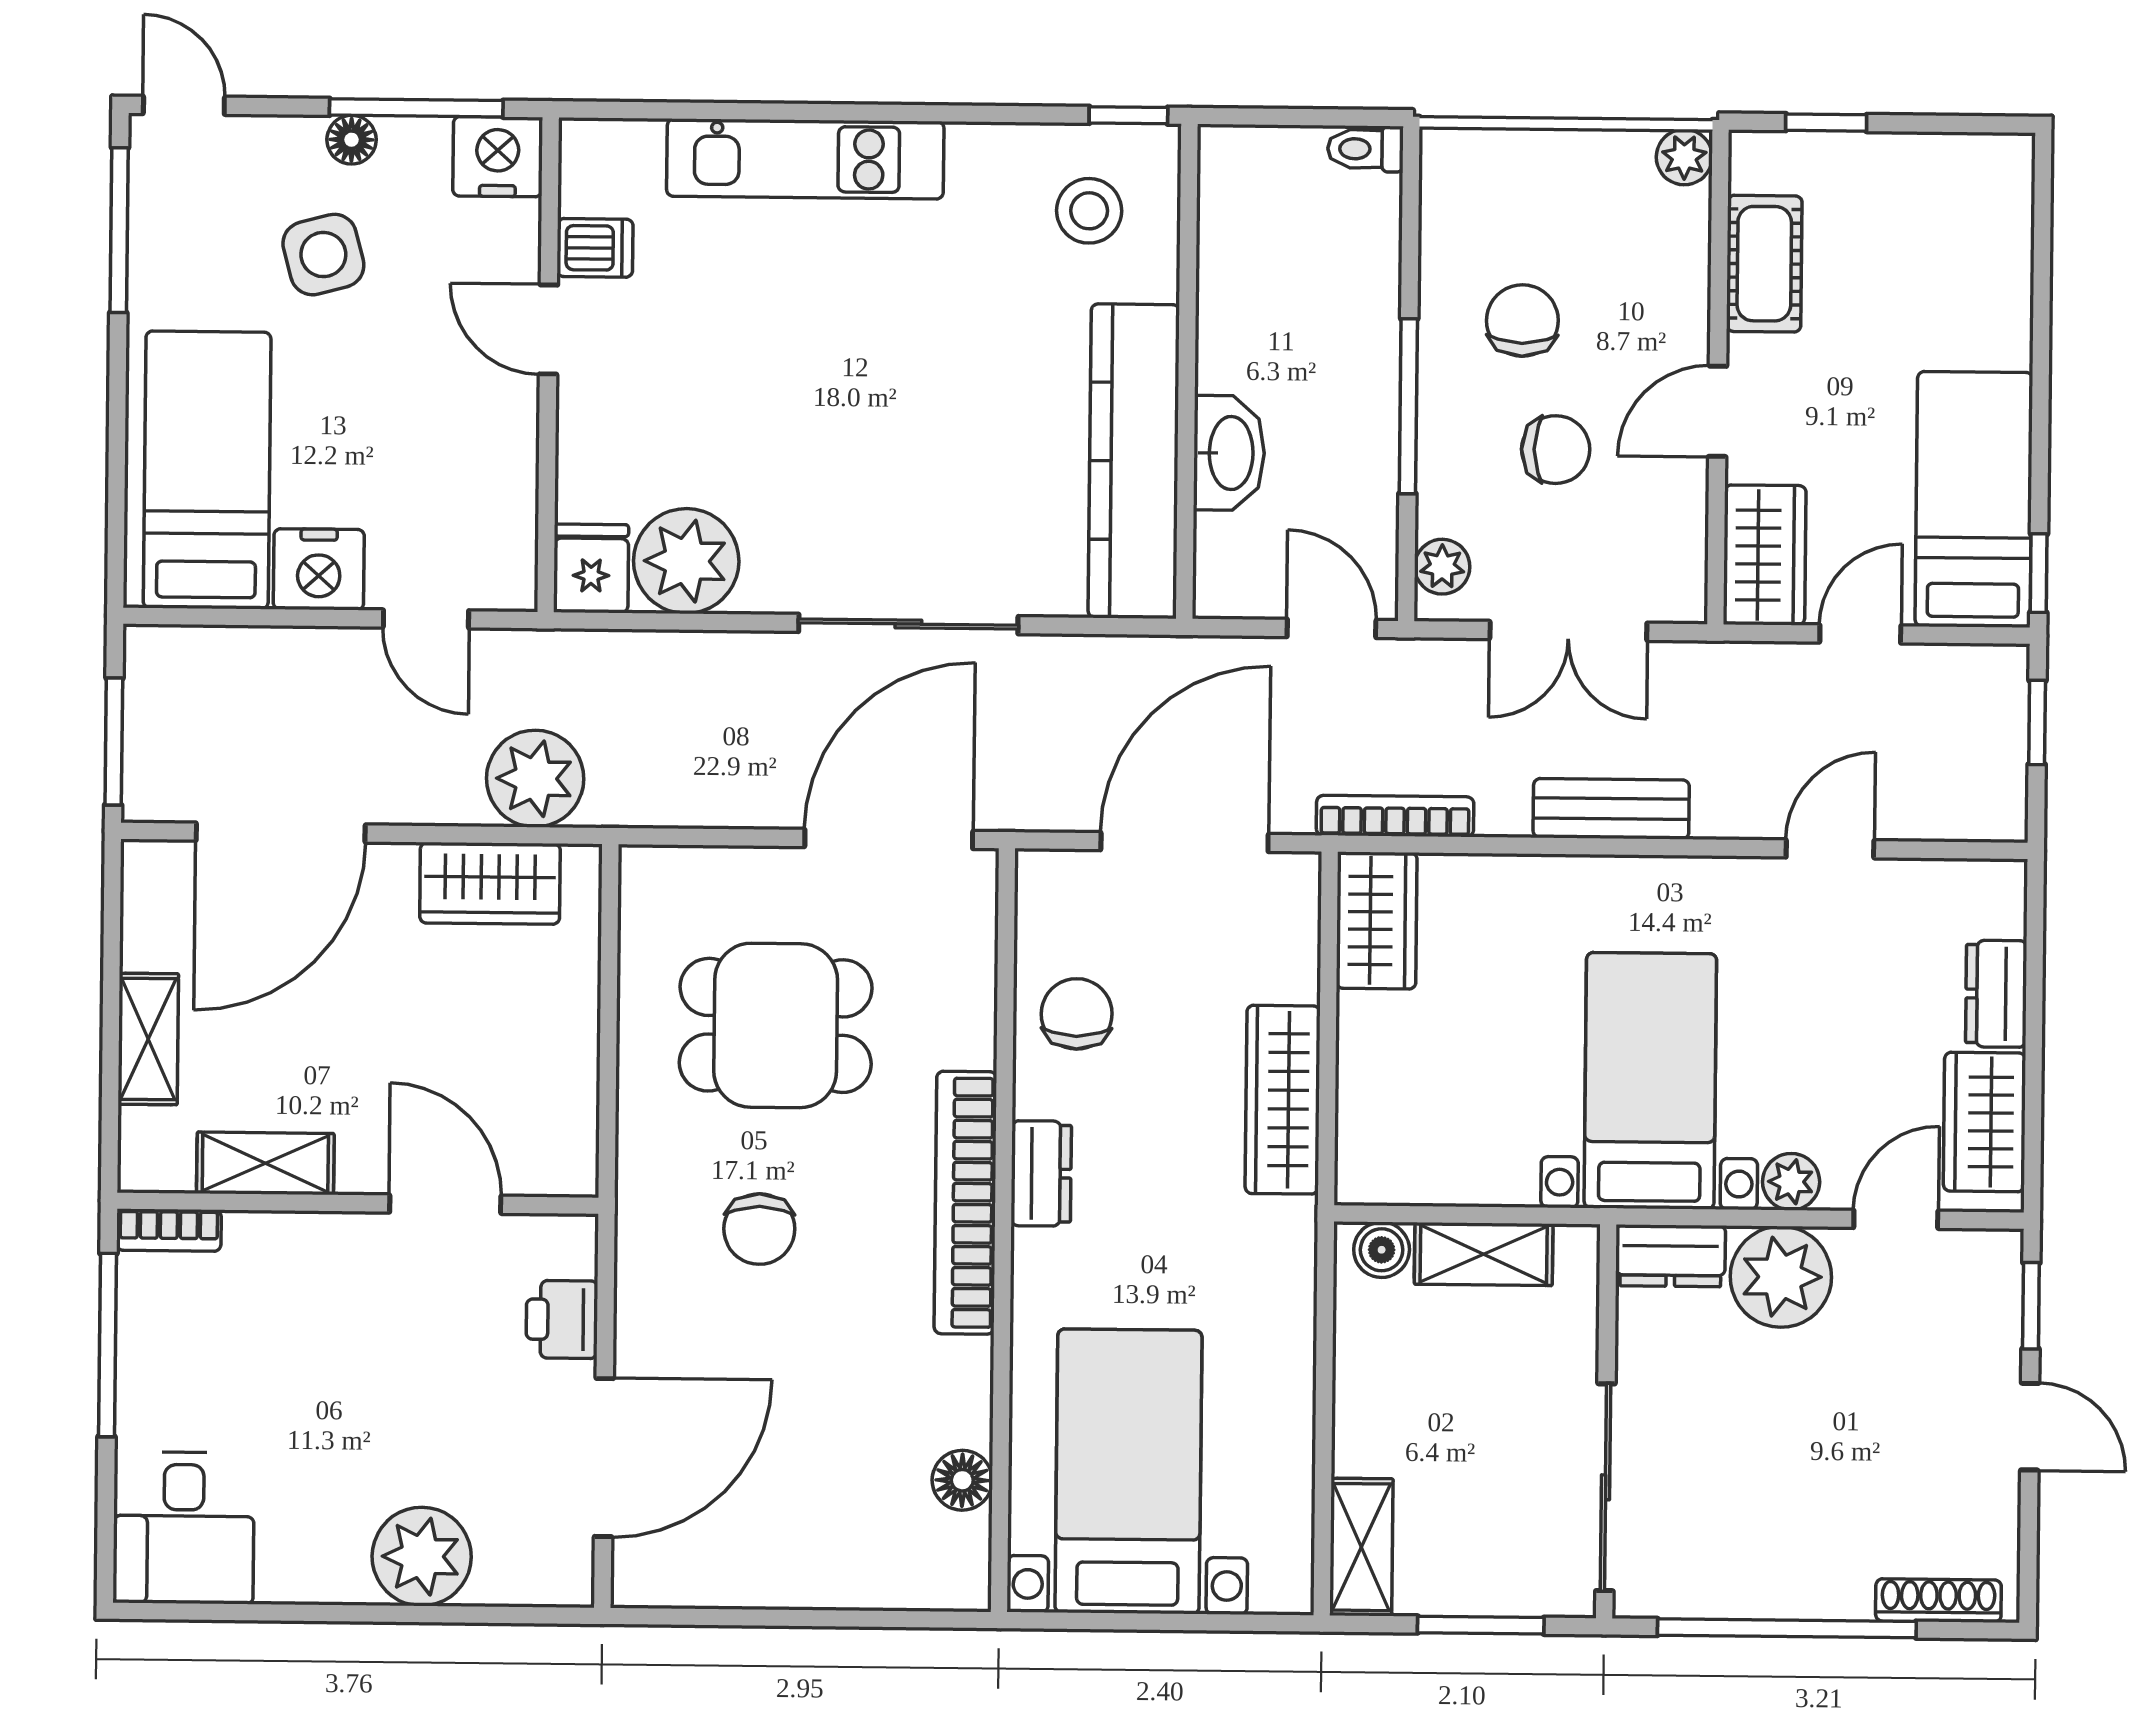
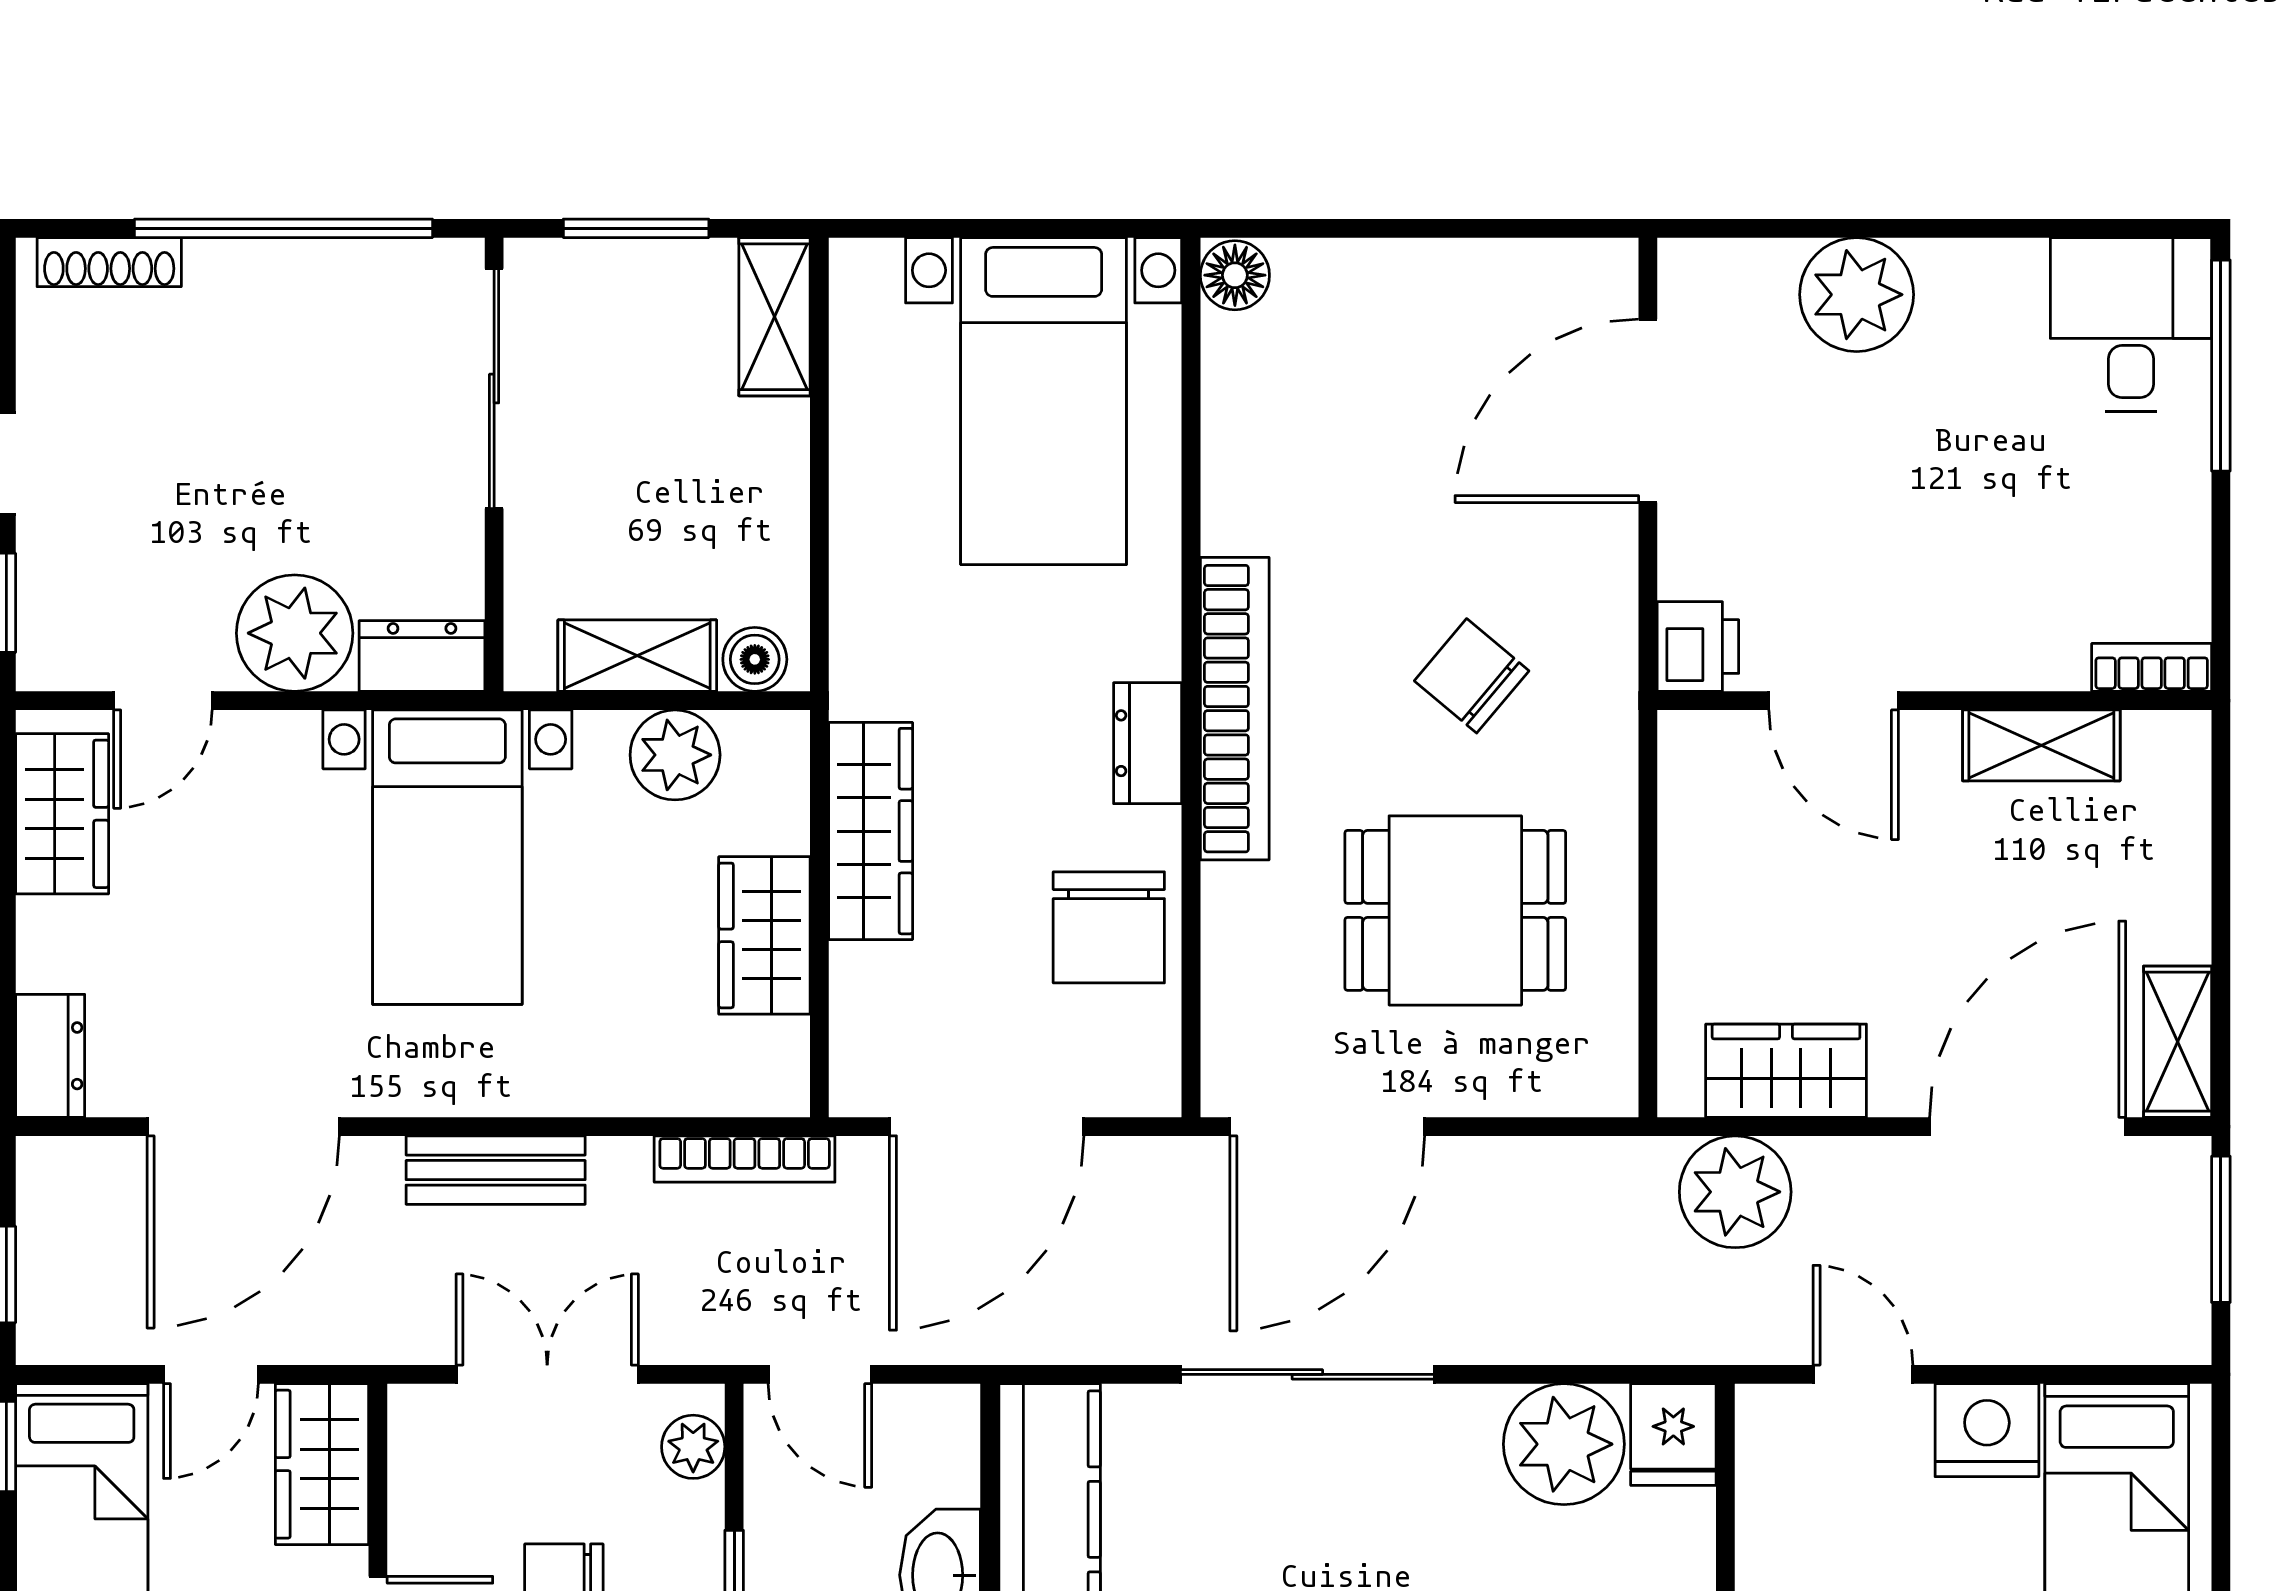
door: (1830, 849) -> (243, 1127), width x1.87
wardrobe: (1377, 920) -> (764, 935), moved
dresser: (1996, 994) -> (50, 1056), moved
chair: (1077, 1014) -> (1109, 927), width x1.37, depth x1.37
shelving: (148, 1039) -> (2178, 1042), moved
plant: (1791, 1182) -> (675, 755), moved, width x1.38, depth x1.38
chair: (759, 1229) -> (1472, 676), turned -50
printer: (562, 1319) -> (1698, 647), moved
window: (107, 1345) -> (2221, 366), moved
floor lamp: (962, 1480) -> (1235, 275), moved

